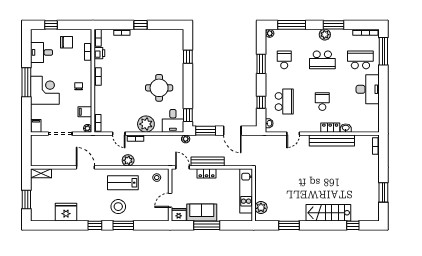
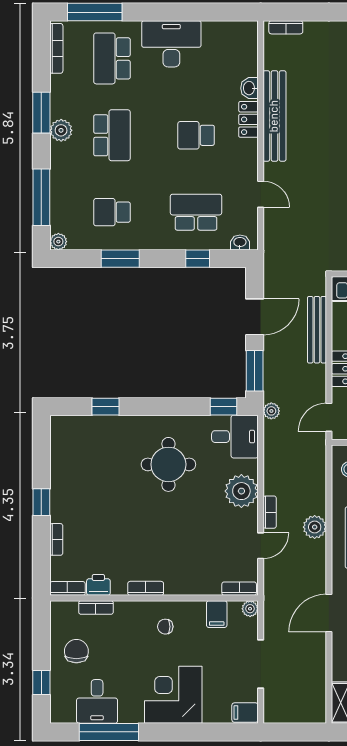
window: (26, 82) -> (109, 732), moved
bench: (208, 161) -> (317, 330), moved

